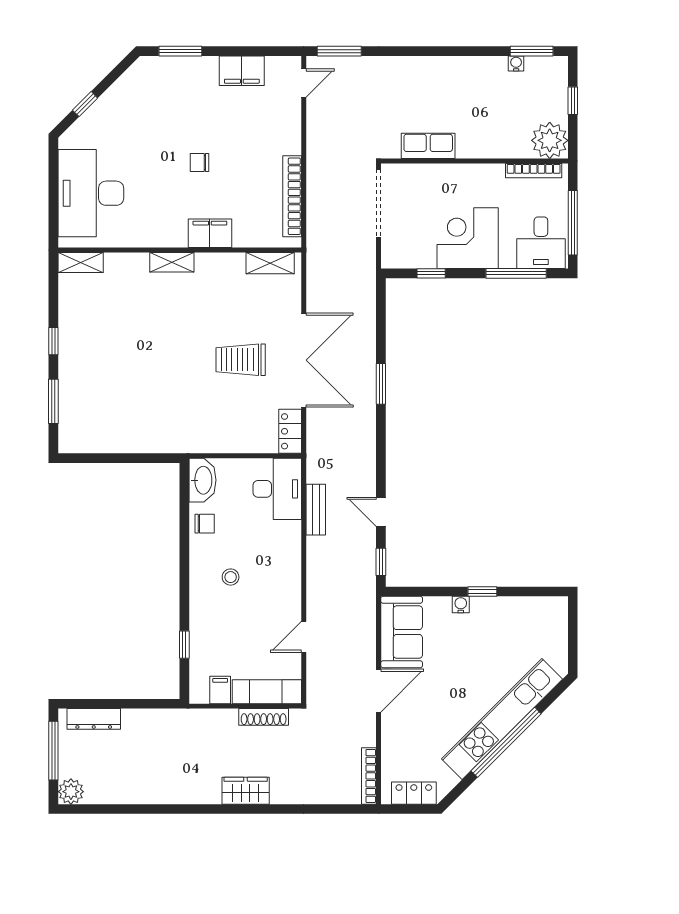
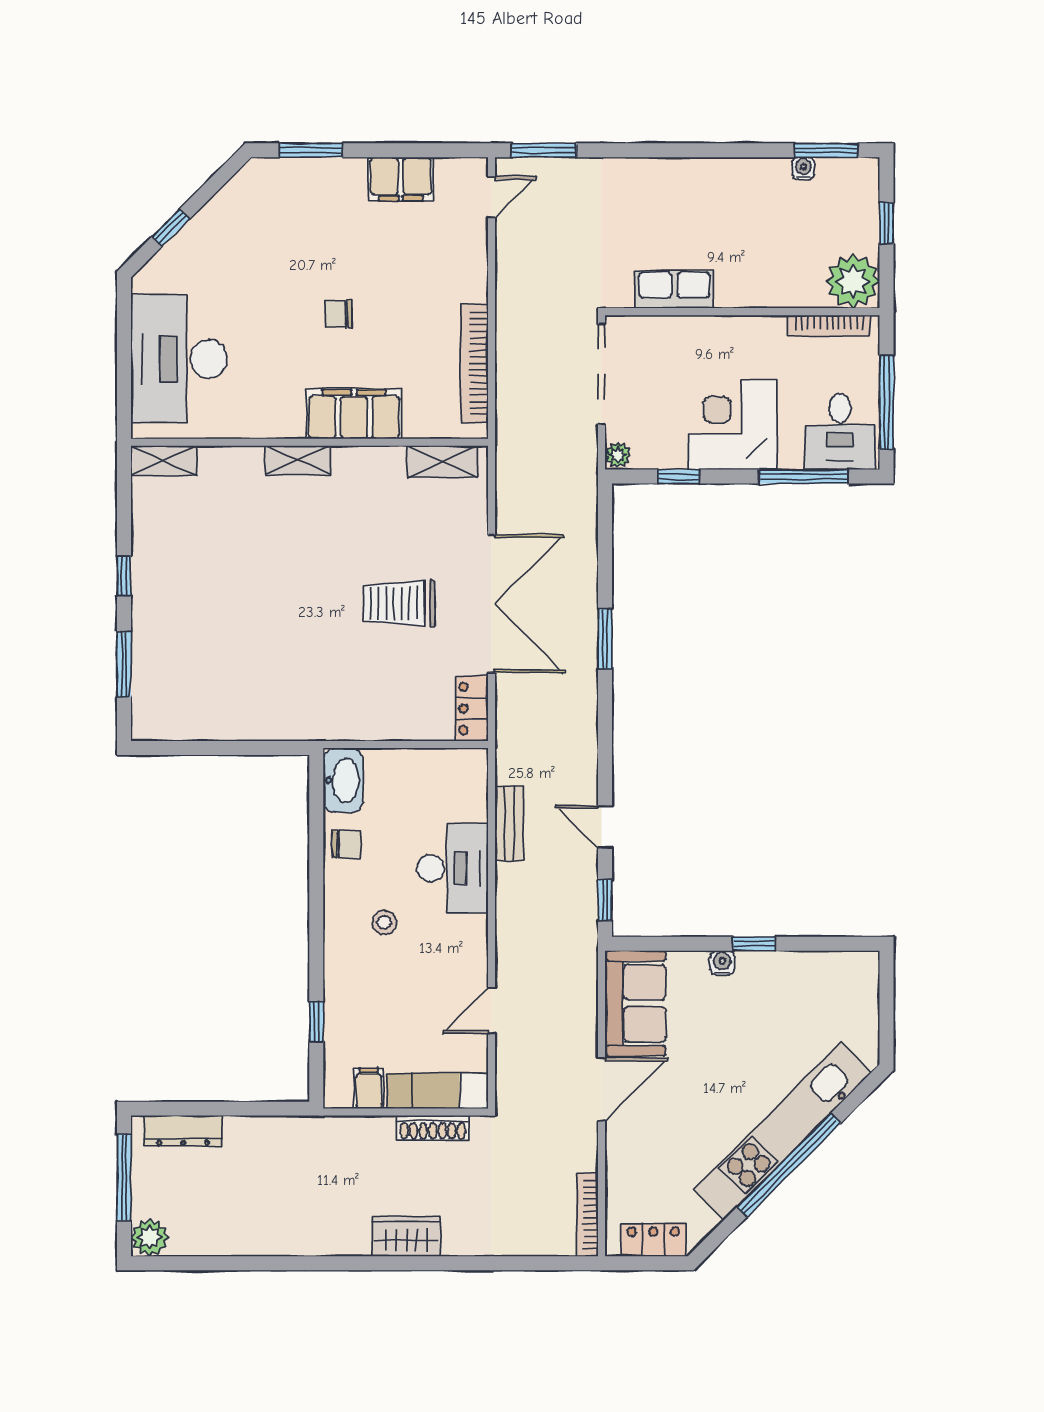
filing cabinet: (210, 233) -> (354, 414), width x1.50, depth x1.17
plant: (390, 259) -> (618, 455), added
desk: (277, 489) -> (453, 868), moved

